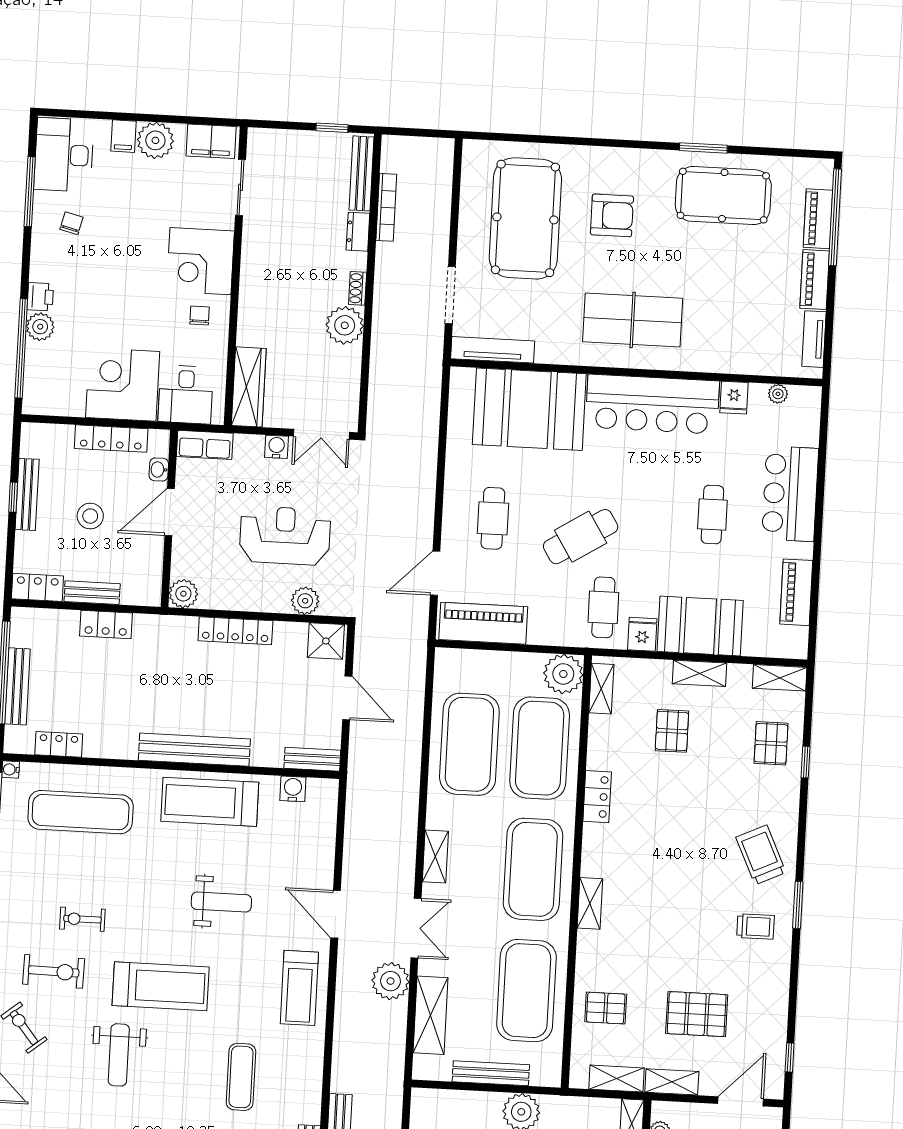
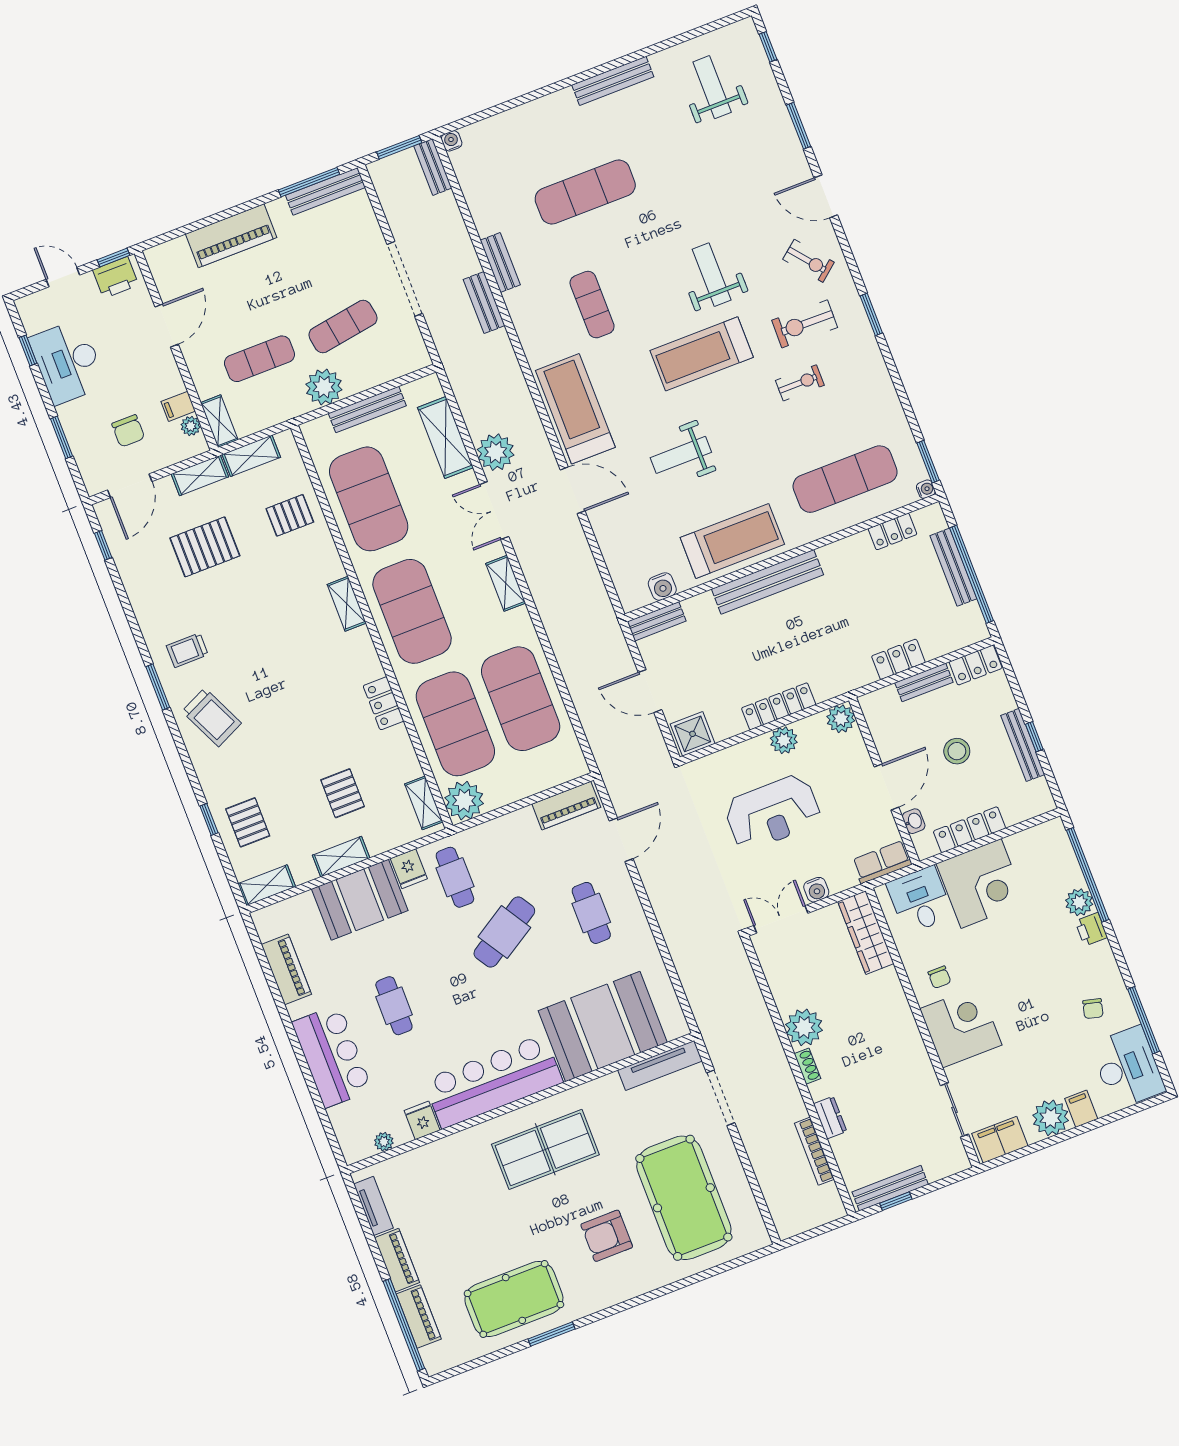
bench: (361, 173) -> (890, 1188), moved, turned 90
plant: (305, 601) -> (784, 740), moved
piano: (483, 623) -> (566, 806), width x0.73, depth x0.75
treadmill: (299, 988) -> (575, 409), width x1.37, depth x1.38

